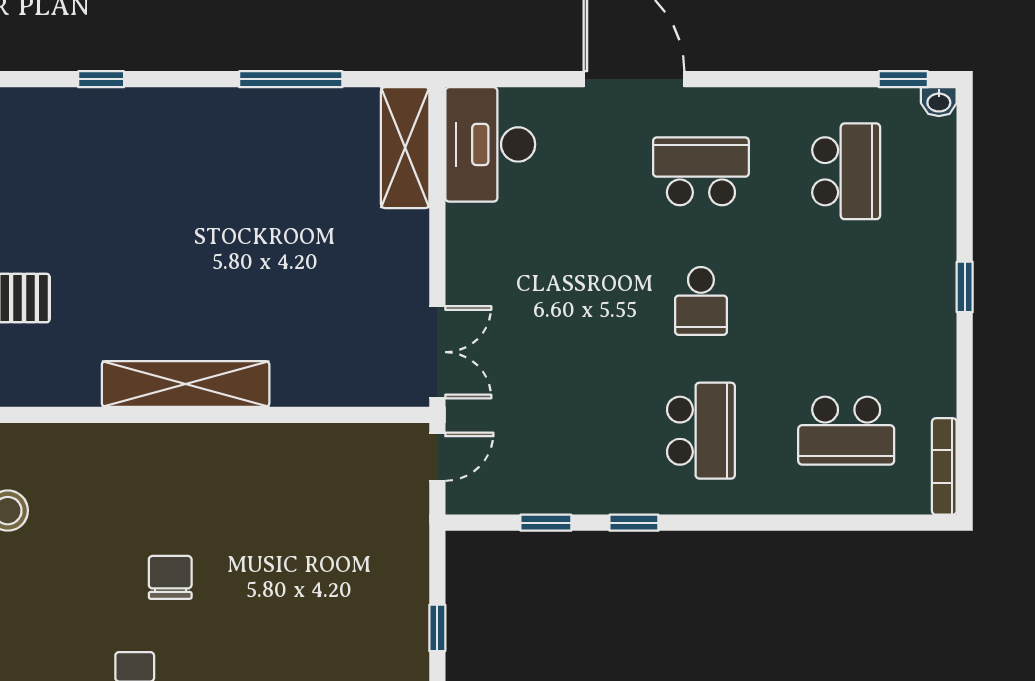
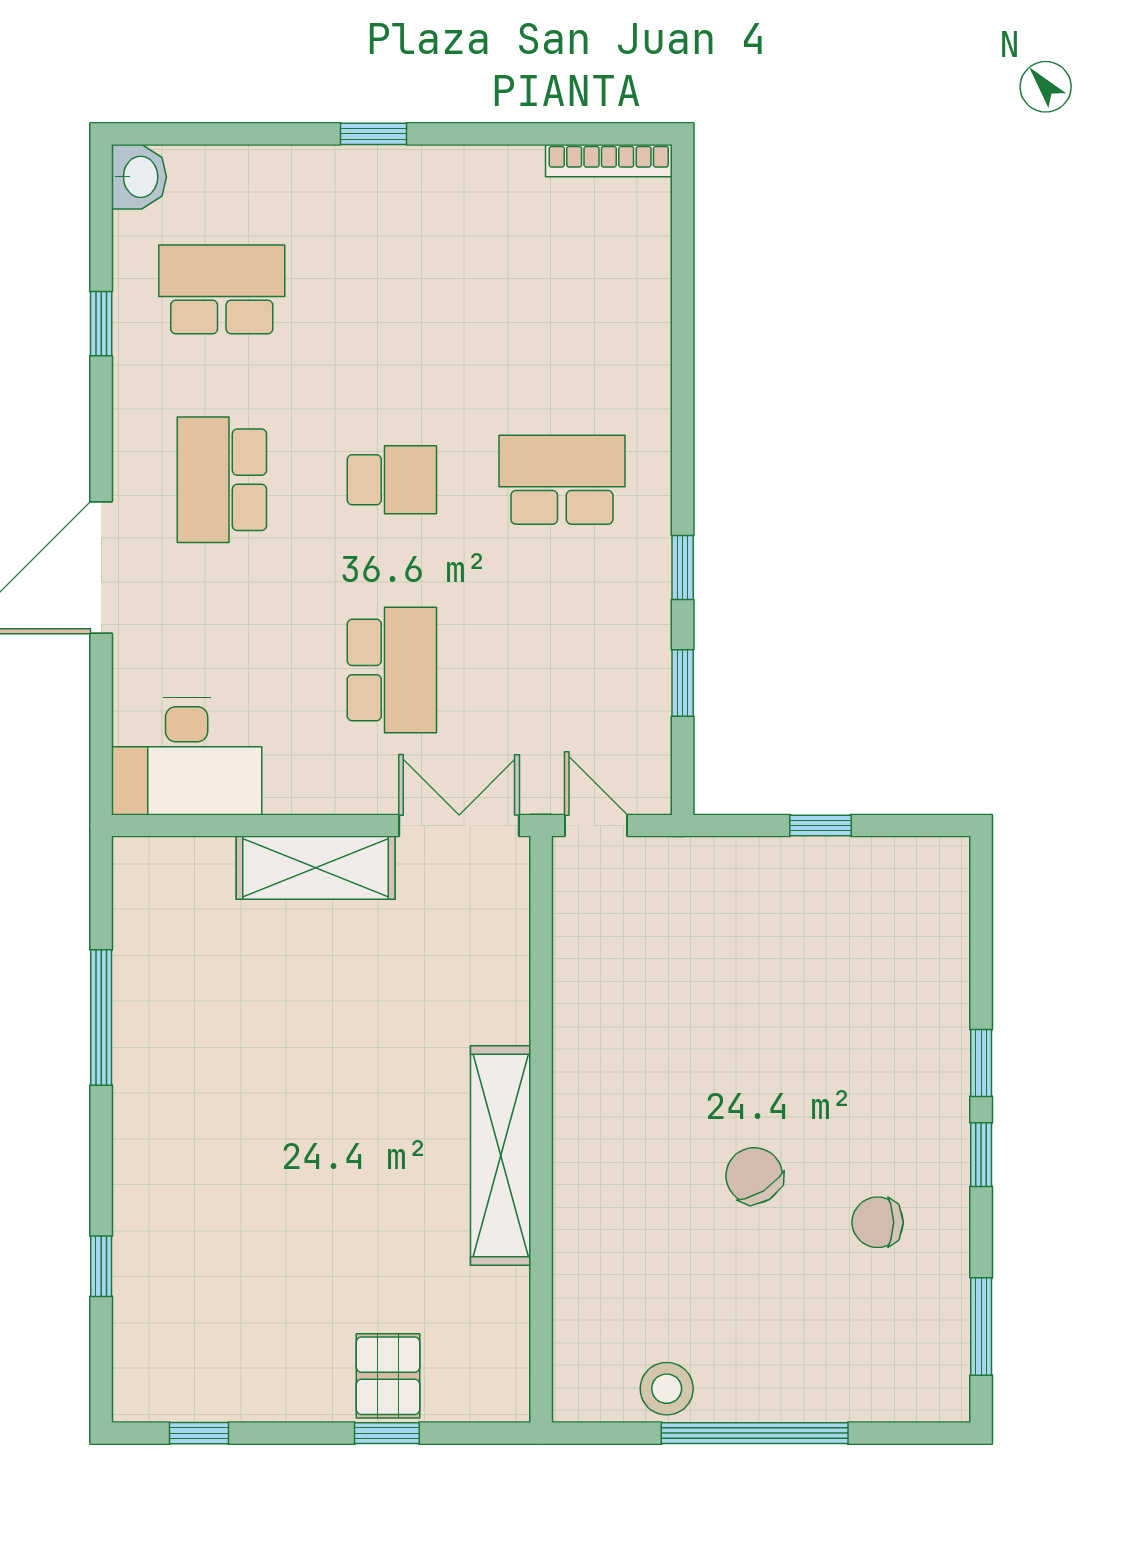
window: (903, 79) -> (101, 324), moved
washbasin: (939, 102) -> (139, 177), width x1.38, depth x1.45
shelving: (405, 148) -> (316, 868), moved
school desk: (846, 431) -> (392, 670), moved
chair: (170, 577) -> (754, 1176), turned 58

